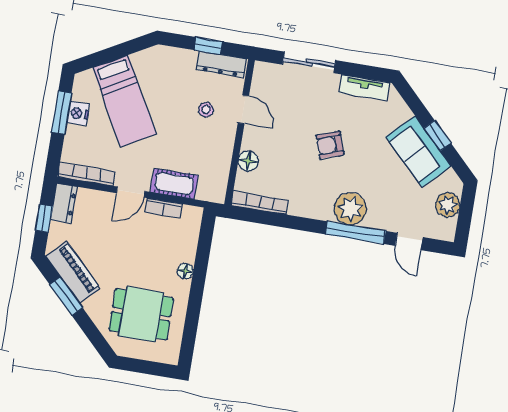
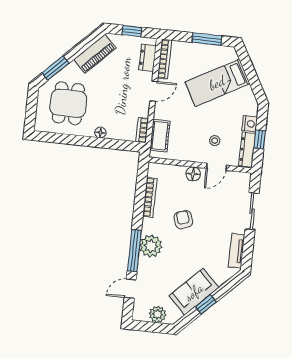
nightstand: (78, 113) -> (250, 124), moved, turned 90
armchair: (330, 145) -> (183, 220), moved
floor lamp: (248, 161) -> (193, 174), moved
cot: (174, 184) -> (160, 136), moved
door: (131, 192) -> (154, 91), swing flipped
dresser: (64, 203) -> (147, 58), moved, turned 90
bookcase: (260, 203) -> (150, 197), moved
bookcase: (164, 208) -> (142, 130), moved
window: (66, 296) -> (55, 68), moved

